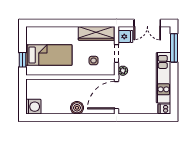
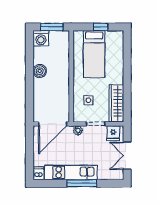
window: (174, 48) -> (82, 183), moved
window: (22, 60) -> (101, 27), moved
door: (116, 95) -> (53, 124), swing flipped
window: (22, 96) -> (52, 27), added
boiler: (77, 108) -> (40, 71), moved

